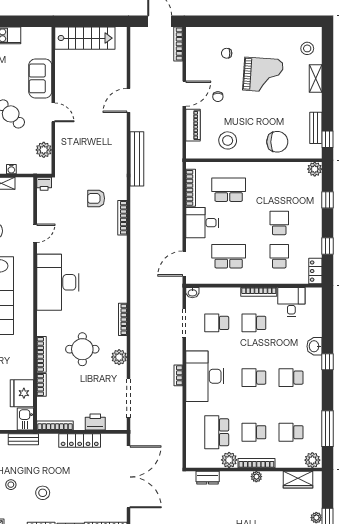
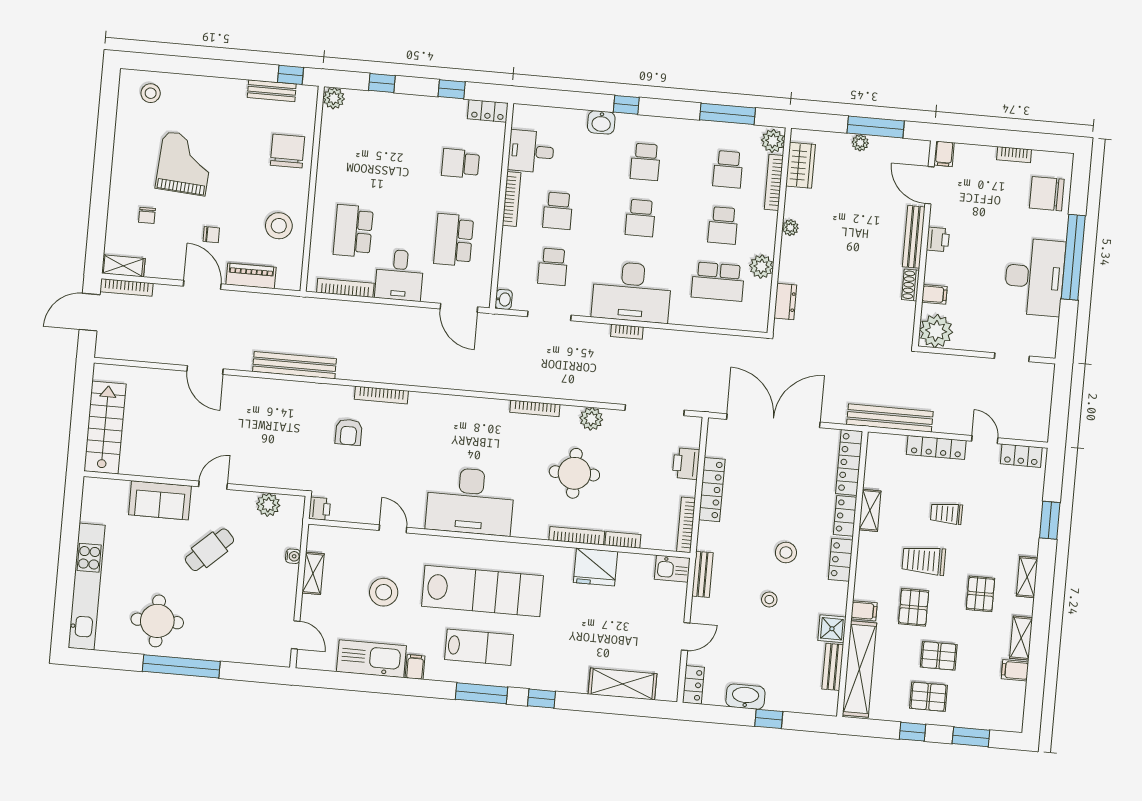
shelving: (316, 78) -> (123, 266), moved
school desk: (279, 223) -> (410, 159), removed
fridge: (22, 393) -> (596, 567), moved
bookcase: (256, 463) -> (774, 182), moved

